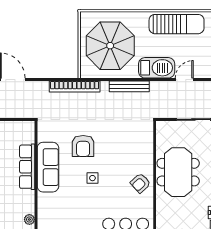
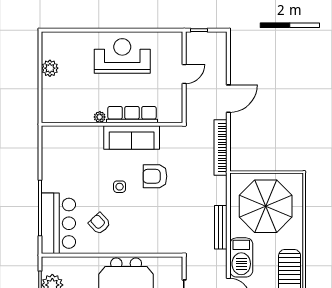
bookcase: (75, 87) -> (221, 147), moved
armchair: (140, 183) -> (99, 223), moved
plant: (29, 219) -> (100, 117), moved

